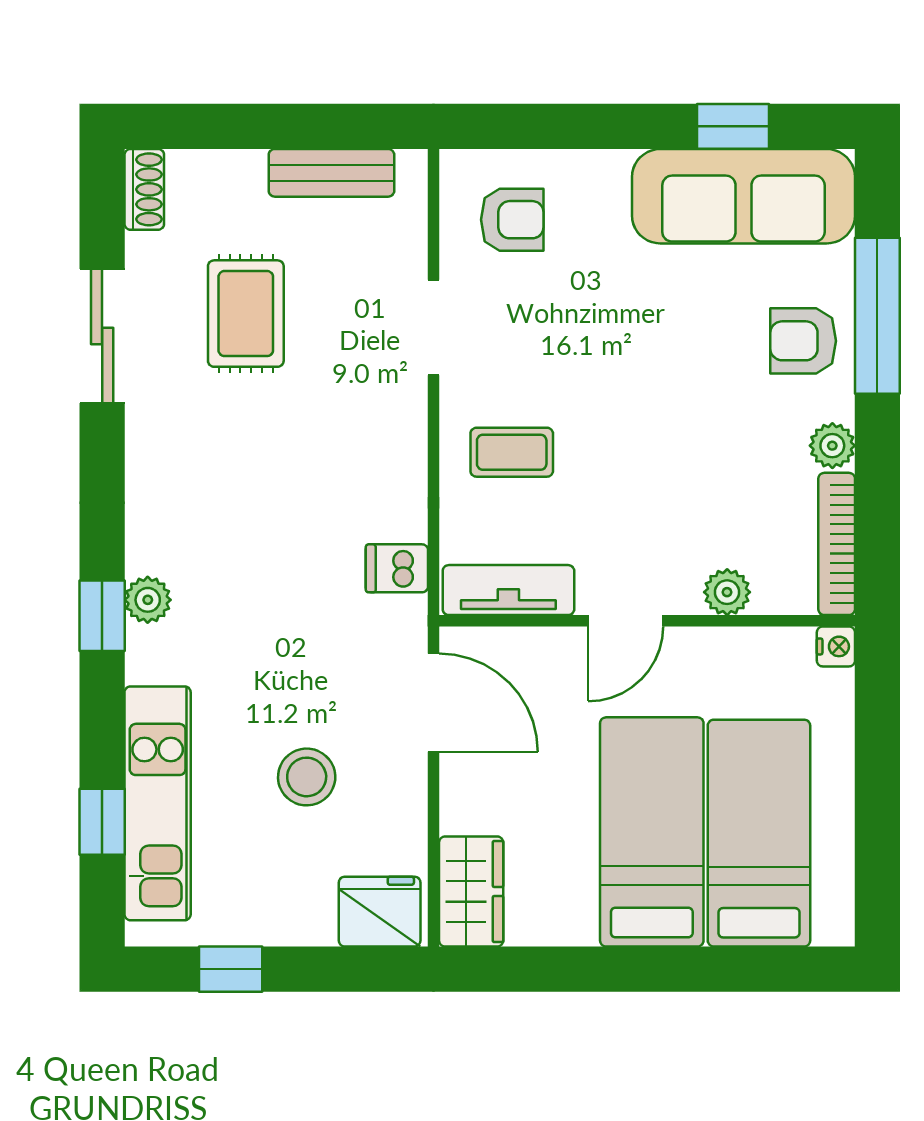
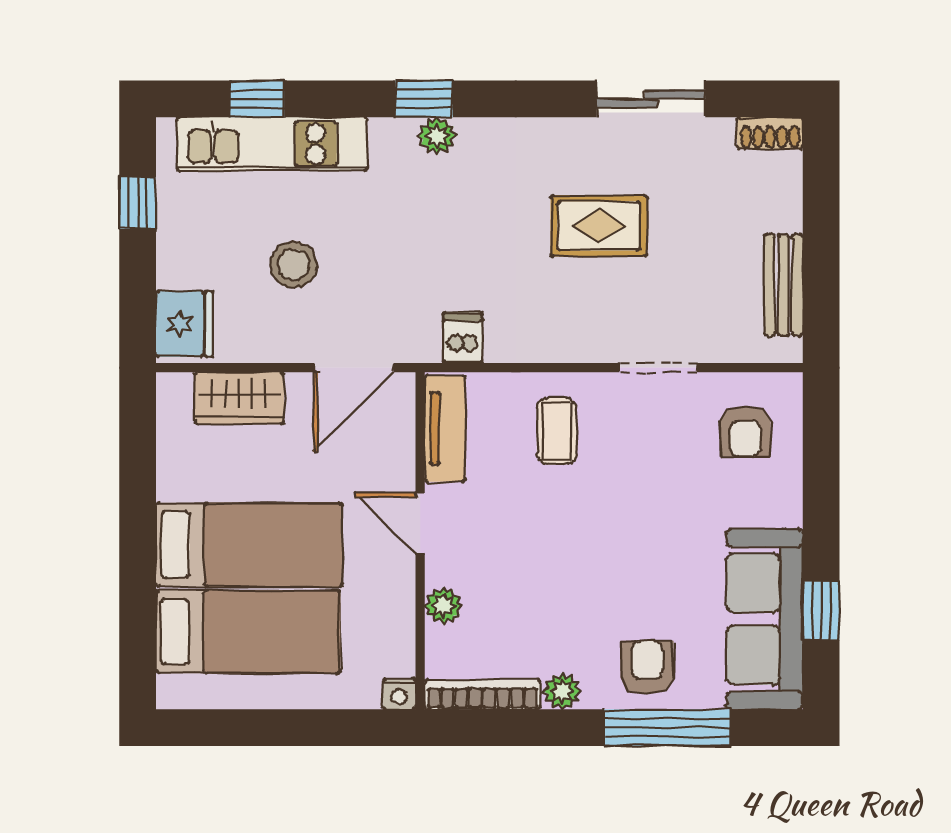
rug: (246, 314) -> (599, 226), moved
wardrobe: (471, 891) -> (239, 398), moved

